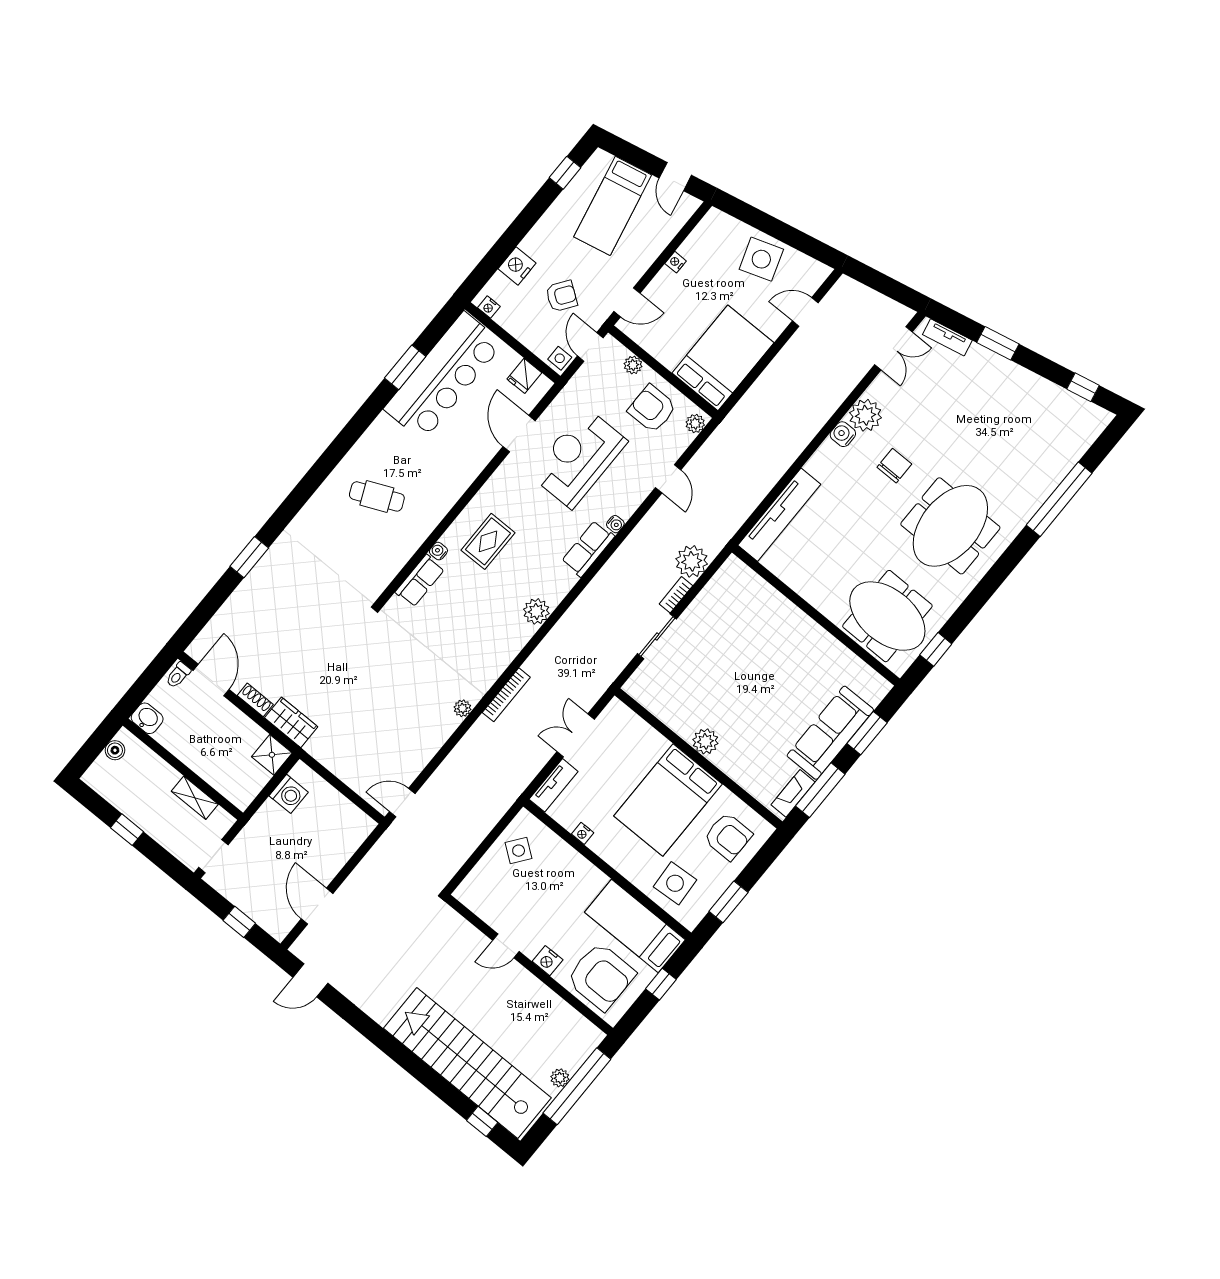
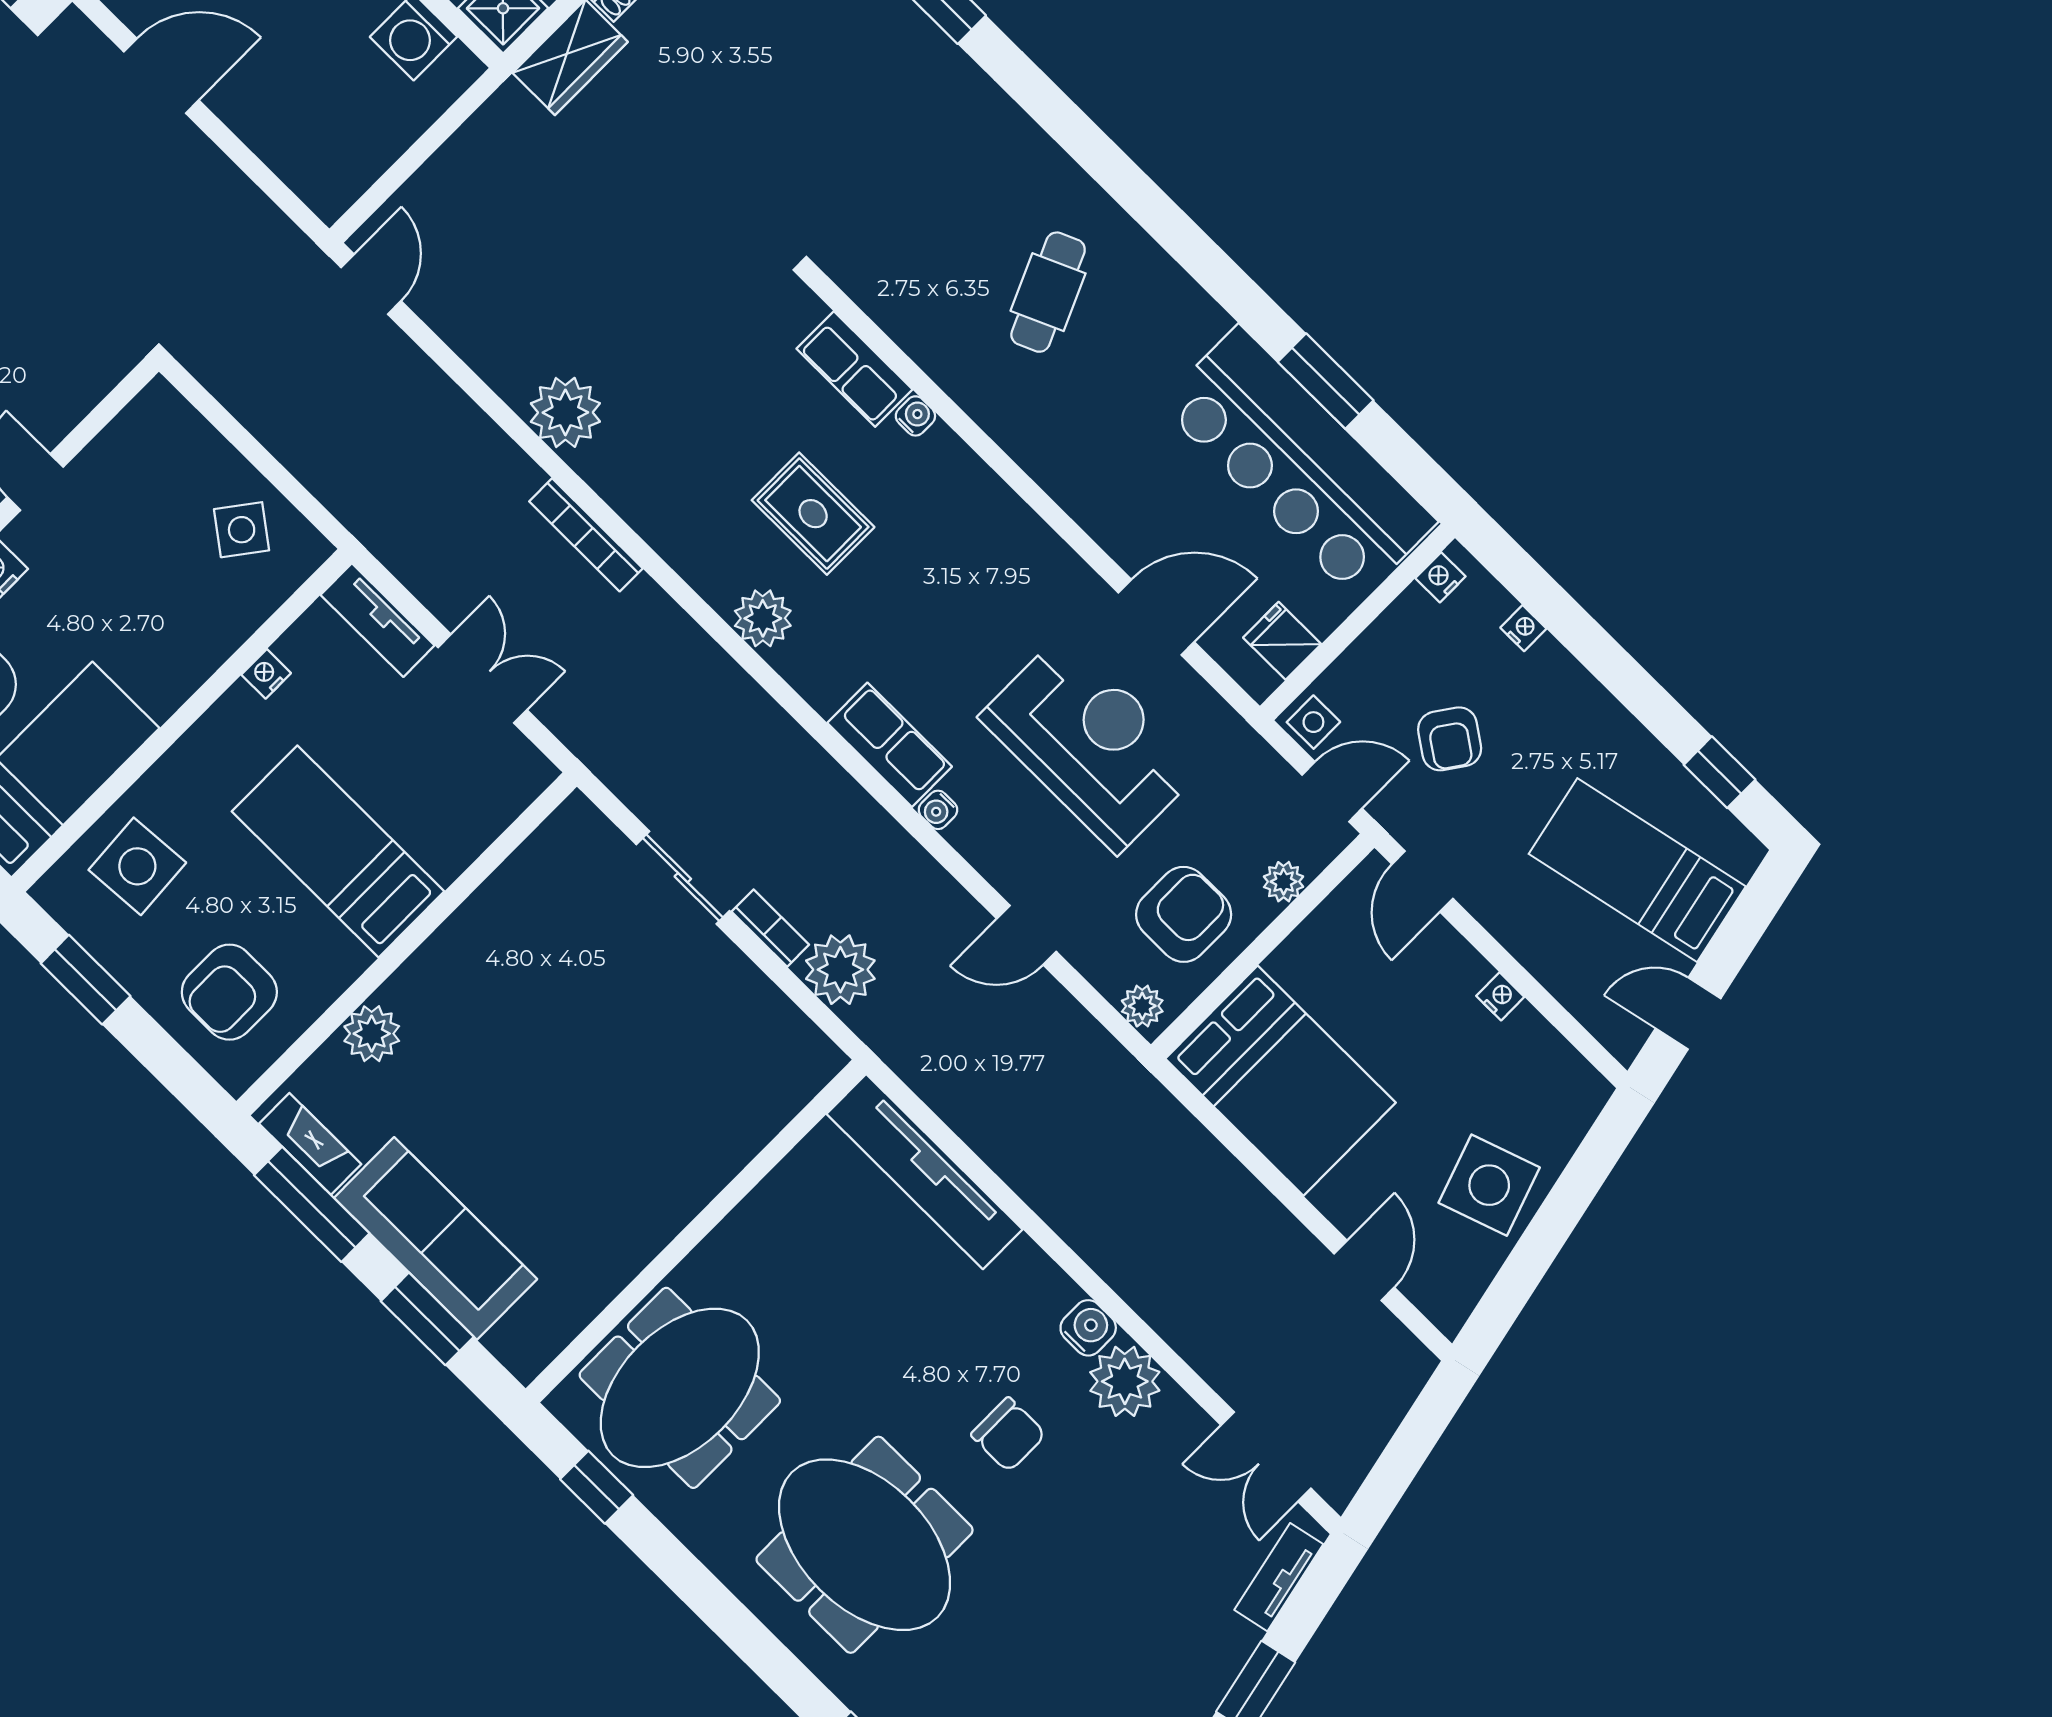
nightstand: (517, 266) -> (1523, 628), width x0.53, depth x0.56
rug: (488, 541) -> (813, 514), moved
plant: (462, 708) -> (565, 412), width x1.87, depth x1.87
plant: (705, 741) -> (372, 1034), moved
bed: (668, 800) -> (338, 851), width x0.67

